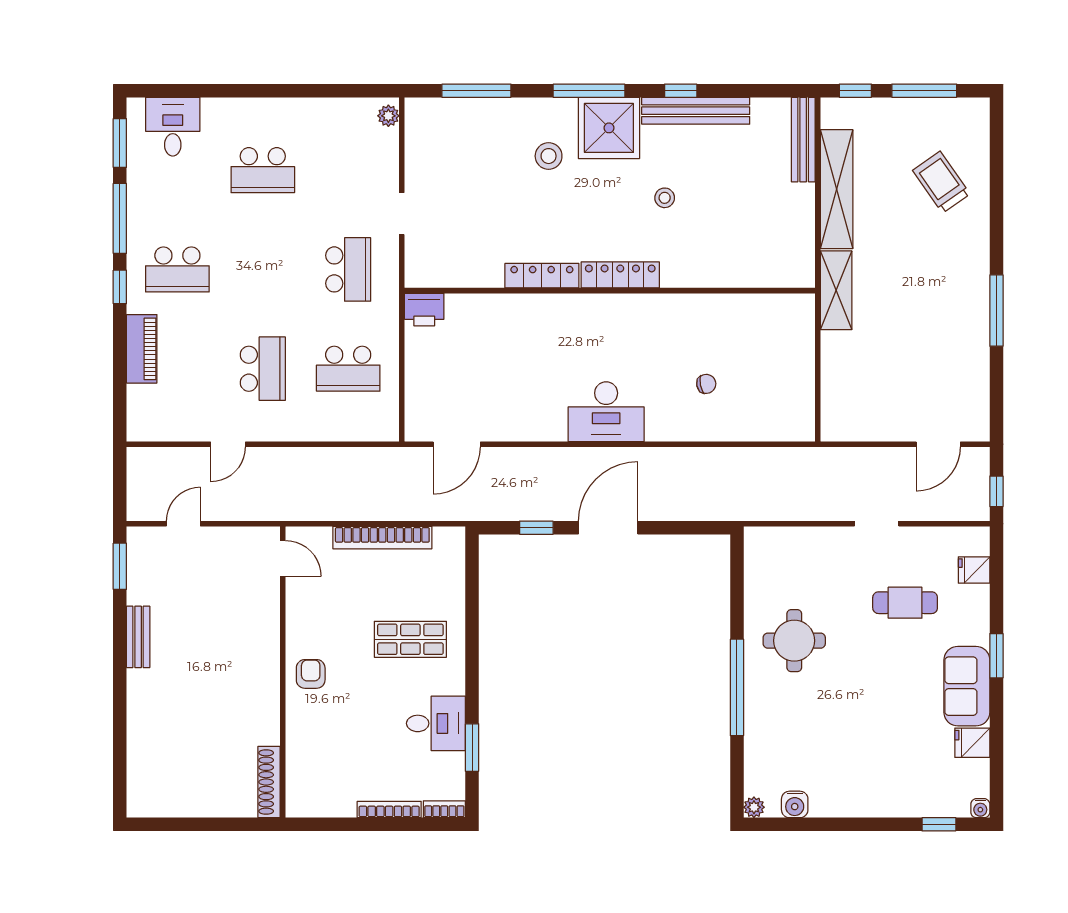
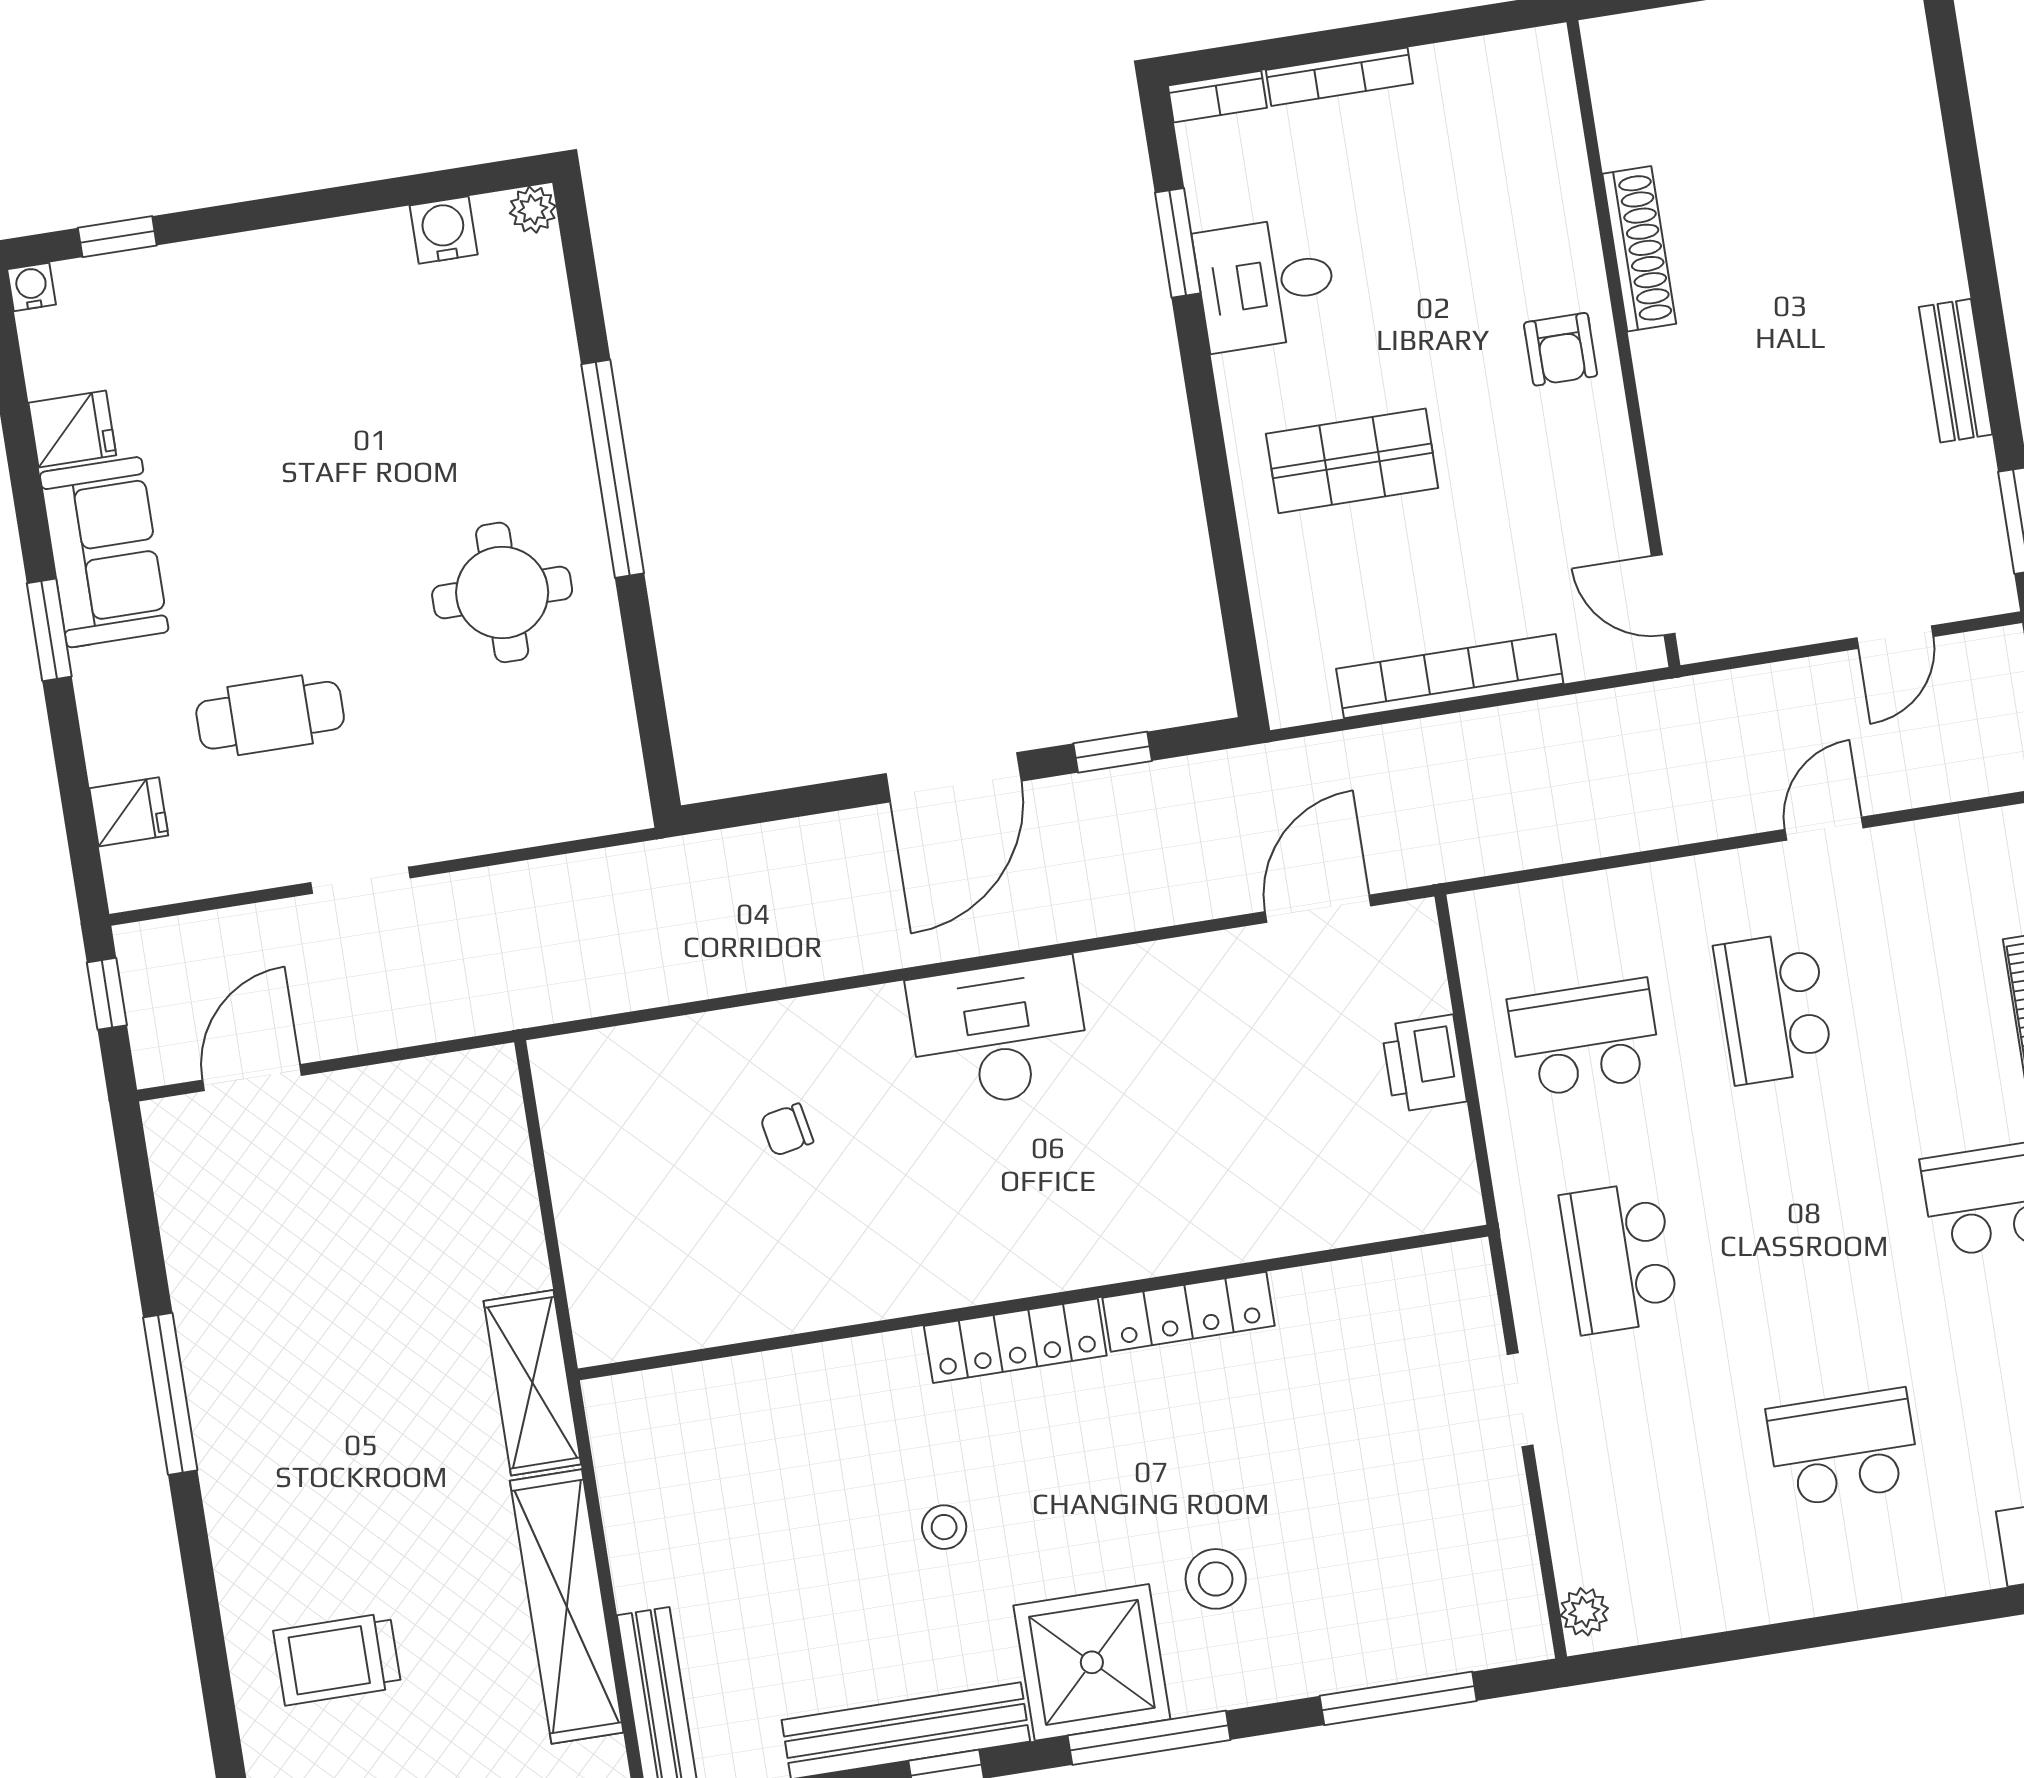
trolley: (941, 182) -> (337, 1659), turned 125
printer: (424, 310) -> (1424, 1064), moved, turned -90
shoe rack: (269, 782) -> (1639, 249), moved

